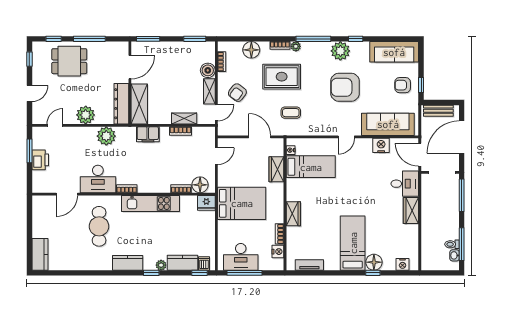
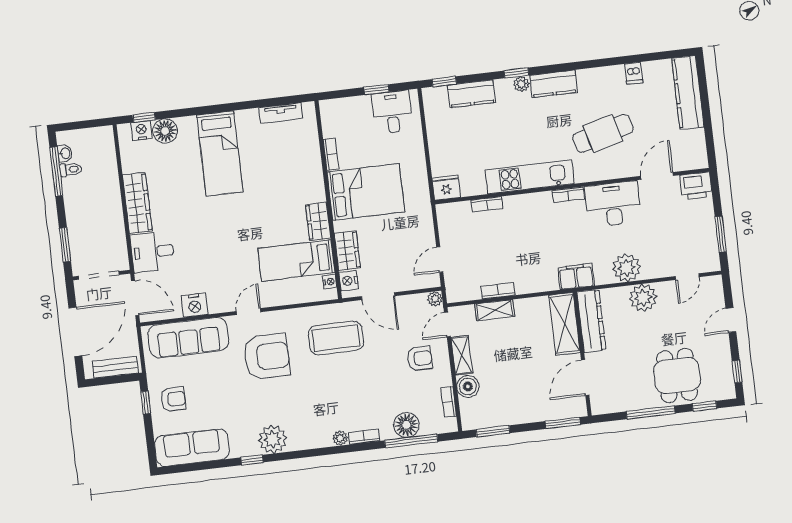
window: (313, 39) -> (411, 441), moved
dining table: (69, 61) -> (677, 376), turned 90
rug: (282, 77) -> (356, 390), removed
armchair: (345, 87) -> (267, 356), moved
armchair: (237, 93) -> (419, 358), turned 53
coffee table: (291, 113) -> (336, 338), width x1.86, depth x1.72
plant: (223, 131) -> (435, 299), added
filing cabinet: (148, 134) -> (576, 277), moved
plant: (106, 136) -> (626, 268), moved
printer: (40, 160) -> (696, 186), moved, turned -90
floor lamp: (200, 185) -> (459, 214), removed
window: (462, 195) -> (65, 245), width x0.69
bed: (242, 203) -> (366, 192), moved, turned 180
wardrobe: (411, 210) -> (137, 203), width x1.50
wardrobe: (293, 214) -> (318, 221), moved
cafe table: (99, 226) -> (603, 133), turned 75
nightstand: (278, 252) -> (349, 281), moved
kitchen counter: (40, 254) -> (688, 93), width x1.50
desk: (241, 257) -> (392, 112), width x0.73
floor lamp: (374, 262) -> (165, 131), moved
dishwasher: (204, 263) -> (633, 73), moved
plant: (161, 265) -> (521, 84), moved
window: (245, 273) -> (377, 90), width x0.46
window: (373, 273) -> (144, 117), moved

